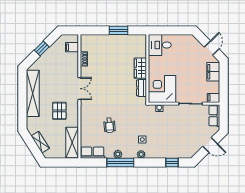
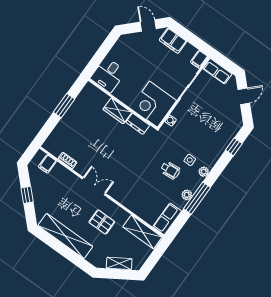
wheelchair: (109, 125) -> (170, 170), moved

